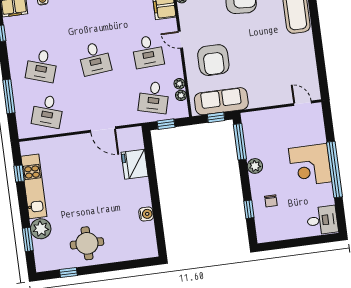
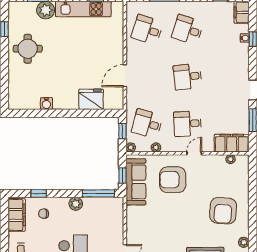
plant: (181, 95) -> (131, 147), moved
filing cabinet: (276, 231) -> (17, 215), added

